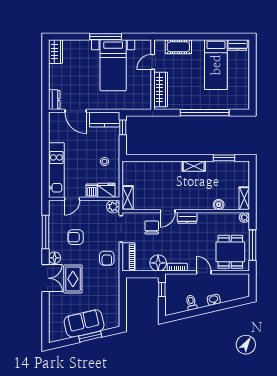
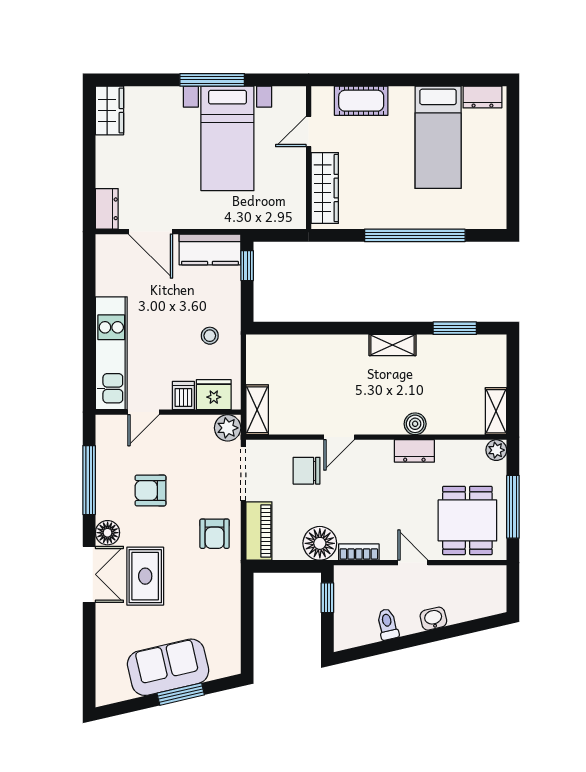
boiler: (219, 205) -> (415, 424), moved
dresser: (187, 218) -> (414, 451), moved
chair: (152, 227) -> (307, 471), turned -90

